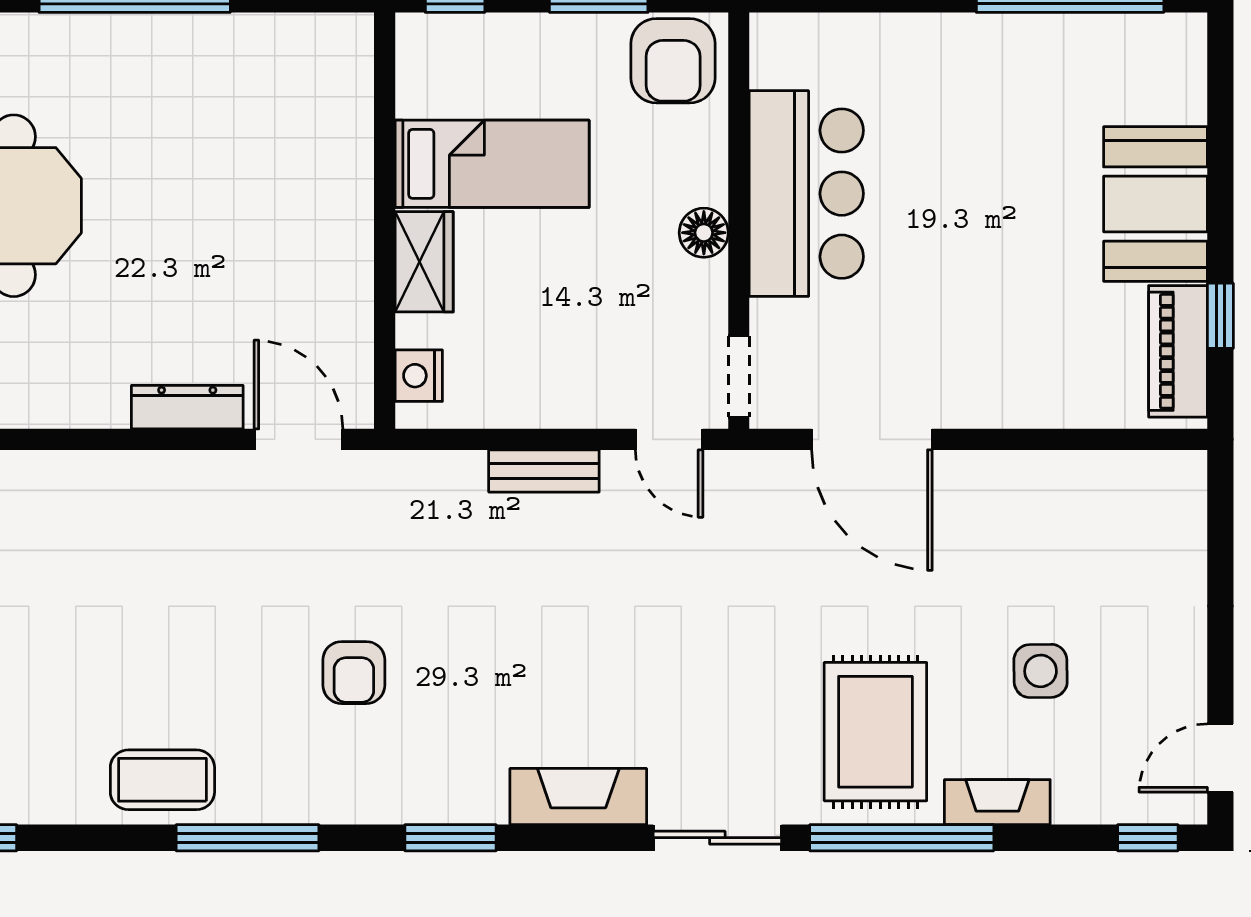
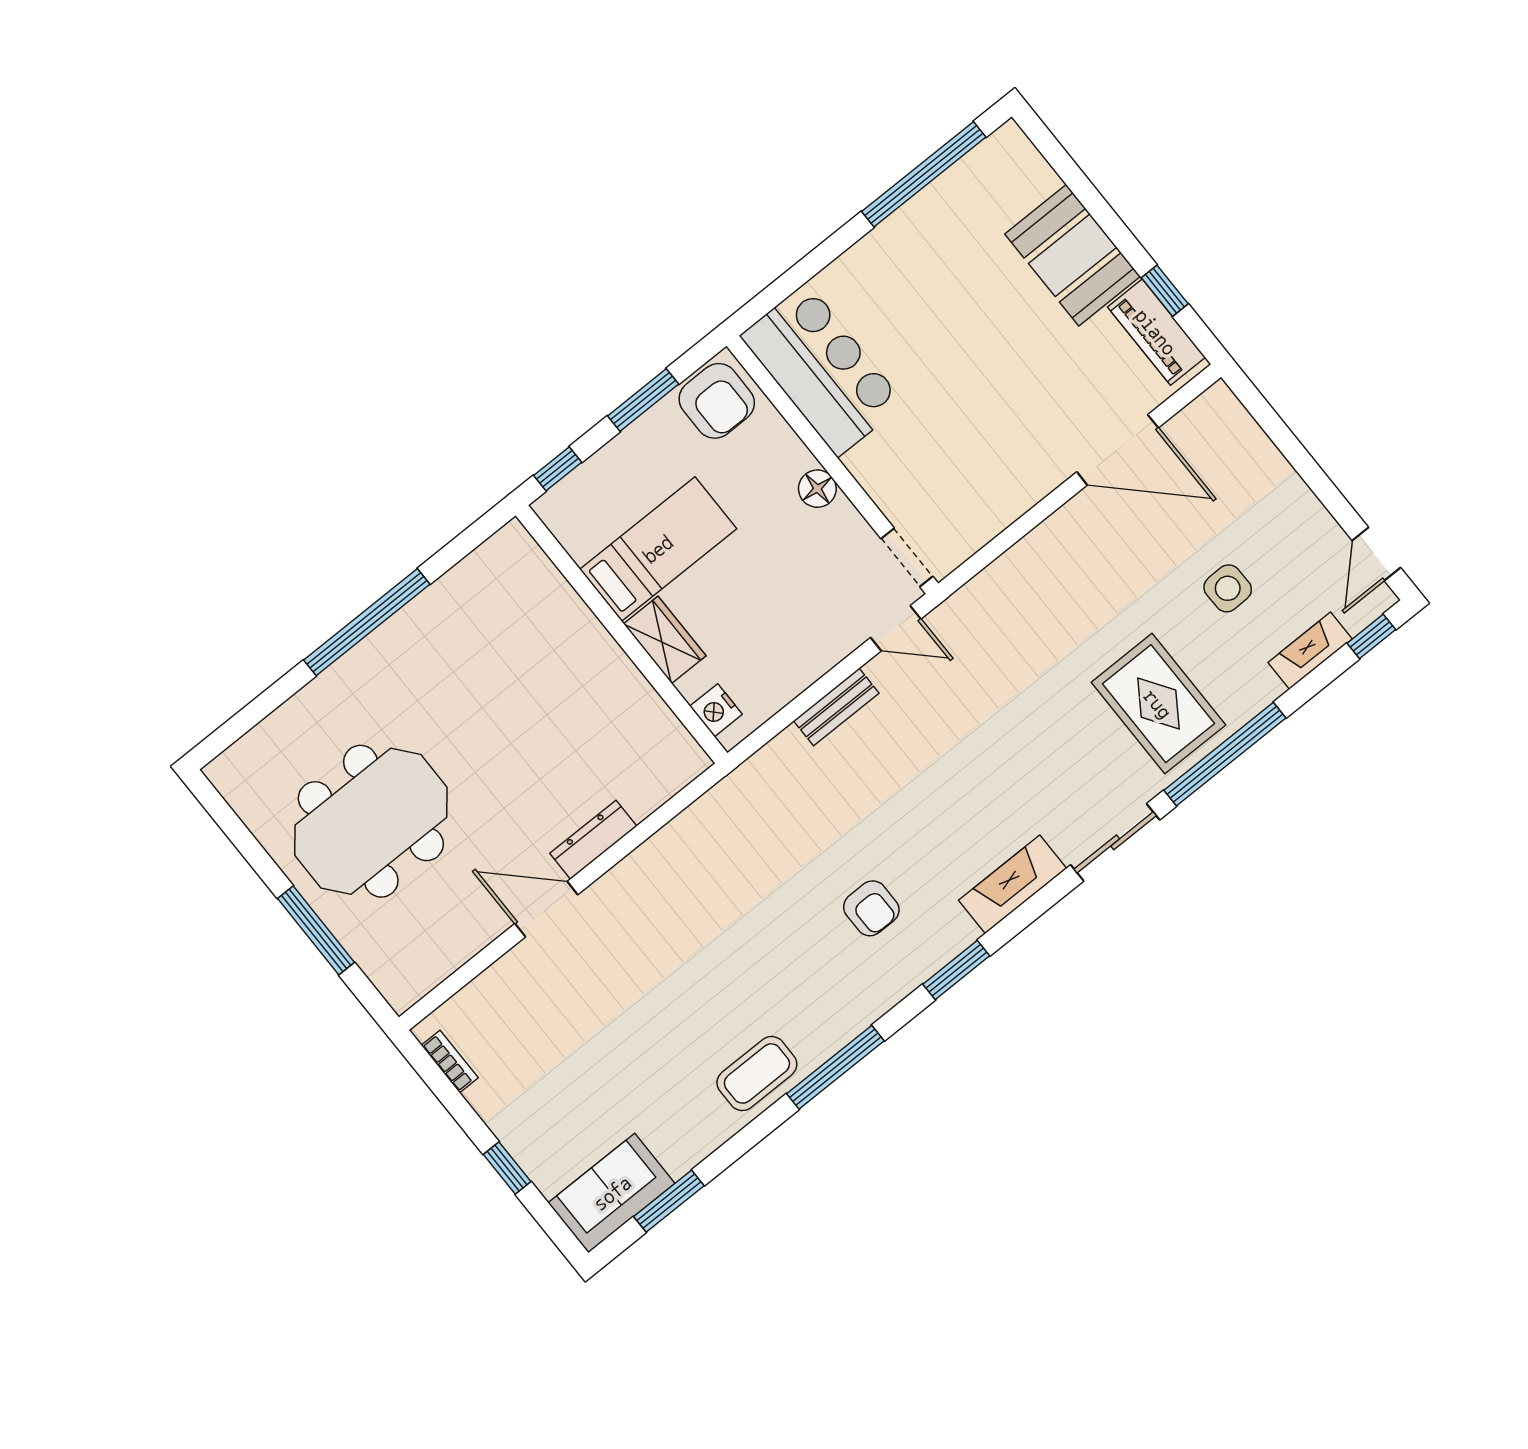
bar counter: (806, 194) -> (822, 370), moved
door: (298, 439) -> (546, 909), moved
door: (872, 439) -> (1118, 450), moved
armchair: (354, 673) -> (871, 908), moved
fireplace: (997, 802) -> (1310, 651), moved

